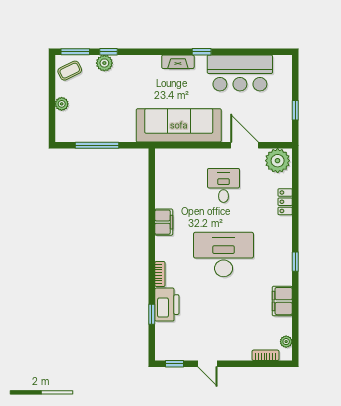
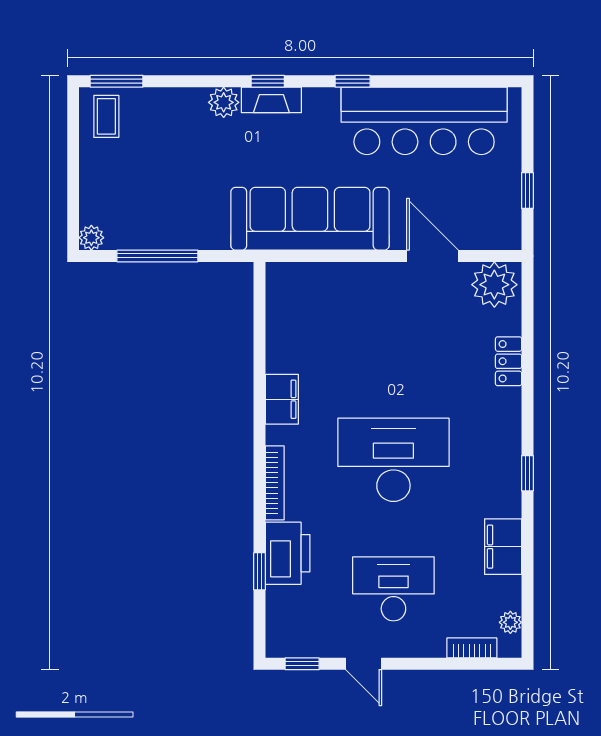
window: (109, 52) -> (268, 81), moved
fireplace: (178, 62) -> (271, 100), moved
plant: (104, 63) -> (224, 102), moved
coffee table: (70, 71) -> (106, 116), turned -64
bar counter: (240, 73) -> (424, 121), width x1.36
plant: (62, 104) -> (91, 238), moved
desk: (224, 185) -> (393, 589), moved, width x1.37
bookcase: (160, 274) -> (275, 483), width x1.56

